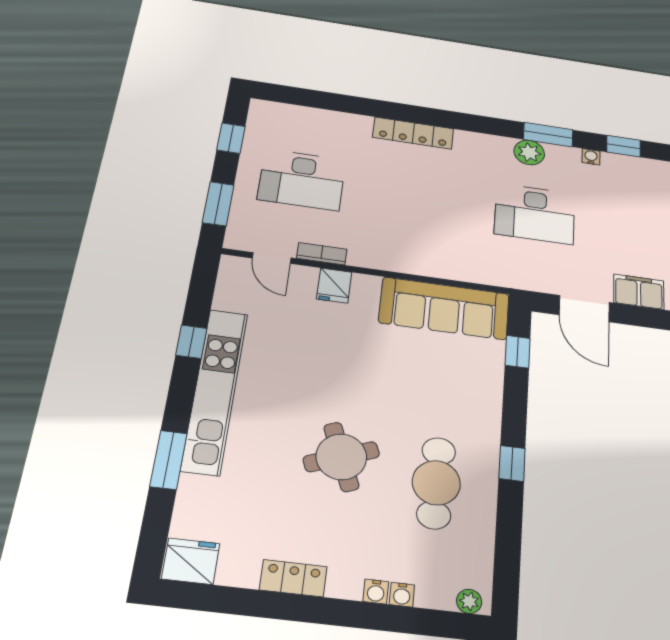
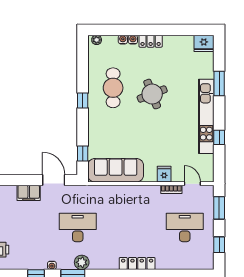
locker: (293, 578) -> (151, 41), moved

